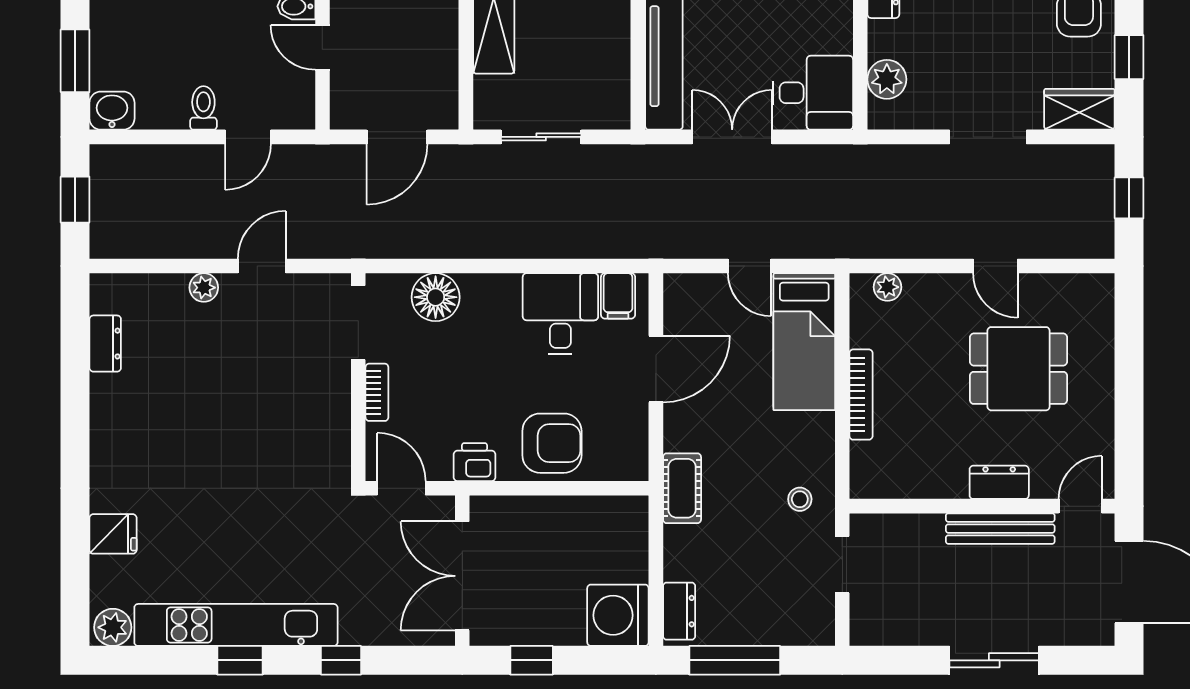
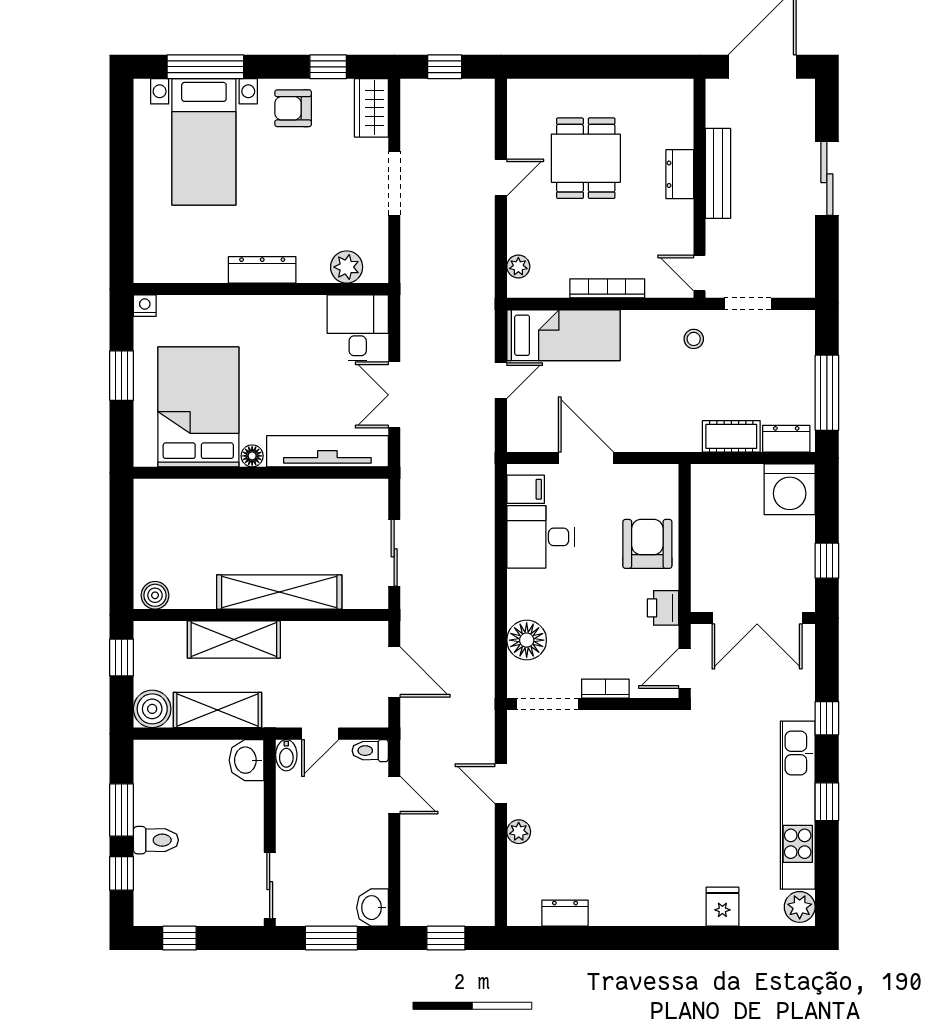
toilet: (203, 108) -> (370, 751), moved
cot: (682, 488) -> (731, 436), moved
door: (1080, 506) -> (699, 273), moved

